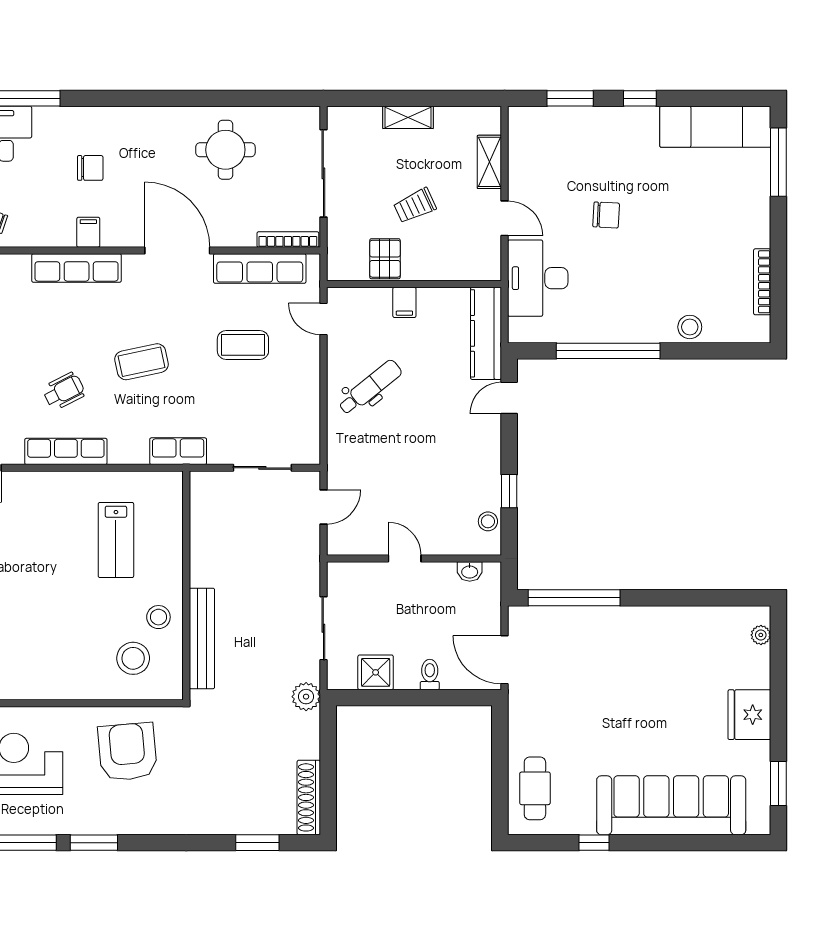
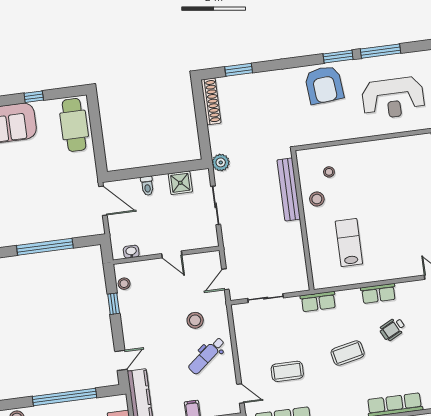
stool: (381, 447) -> (195, 320), added
row of seats: (66, 451) -> (378, 293), width x0.68
window: (574, 598) -> (45, 247), moved
stool: (133, 658) -> (329, 172), width x0.53, depth x0.53
armchair: (127, 752) -> (324, 85), moved
cafe table: (535, 788) -> (74, 125), width x1.37, depth x1.35

